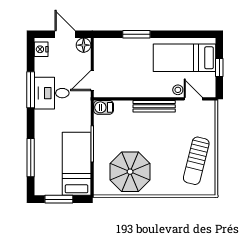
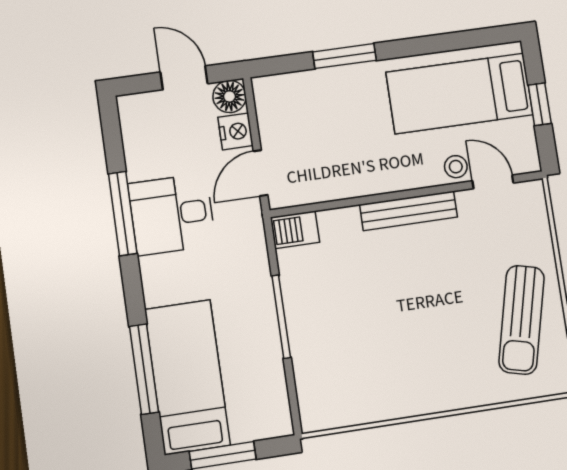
nightstand: (41, 49) -> (236, 131), moved, turned 180
bed: (77, 164) -> (187, 377), moved
parasol: (130, 172) -> (376, 367), removed

